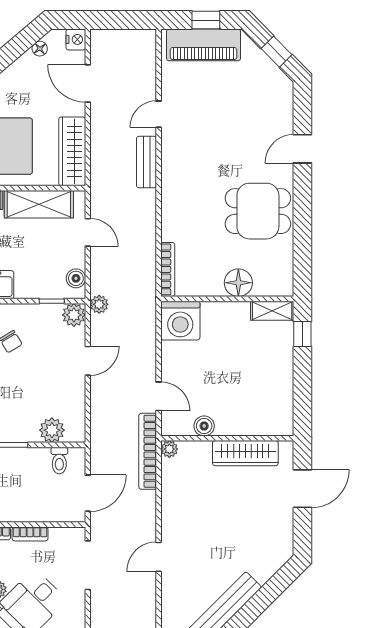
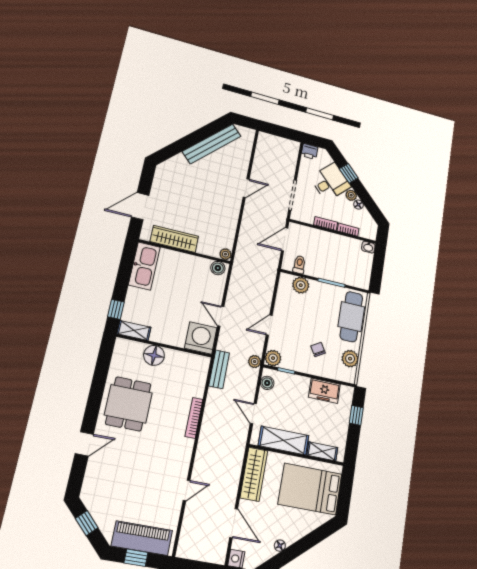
floor lamp: (40, 49) -> (280, 546), moved
bench: (146, 162) -> (219, 369), moved
dining table: (258, 211) -> (128, 404), turned 90
bookcase: (168, 269) -> (194, 418), moved
door: (159, 396) -> (221, 316), moved
kitchen sink: (278, 404) -> (144, 266), added
boiler: (204, 426) -> (218, 268), moved
bookcase: (148, 451) -> (240, 256), removed

